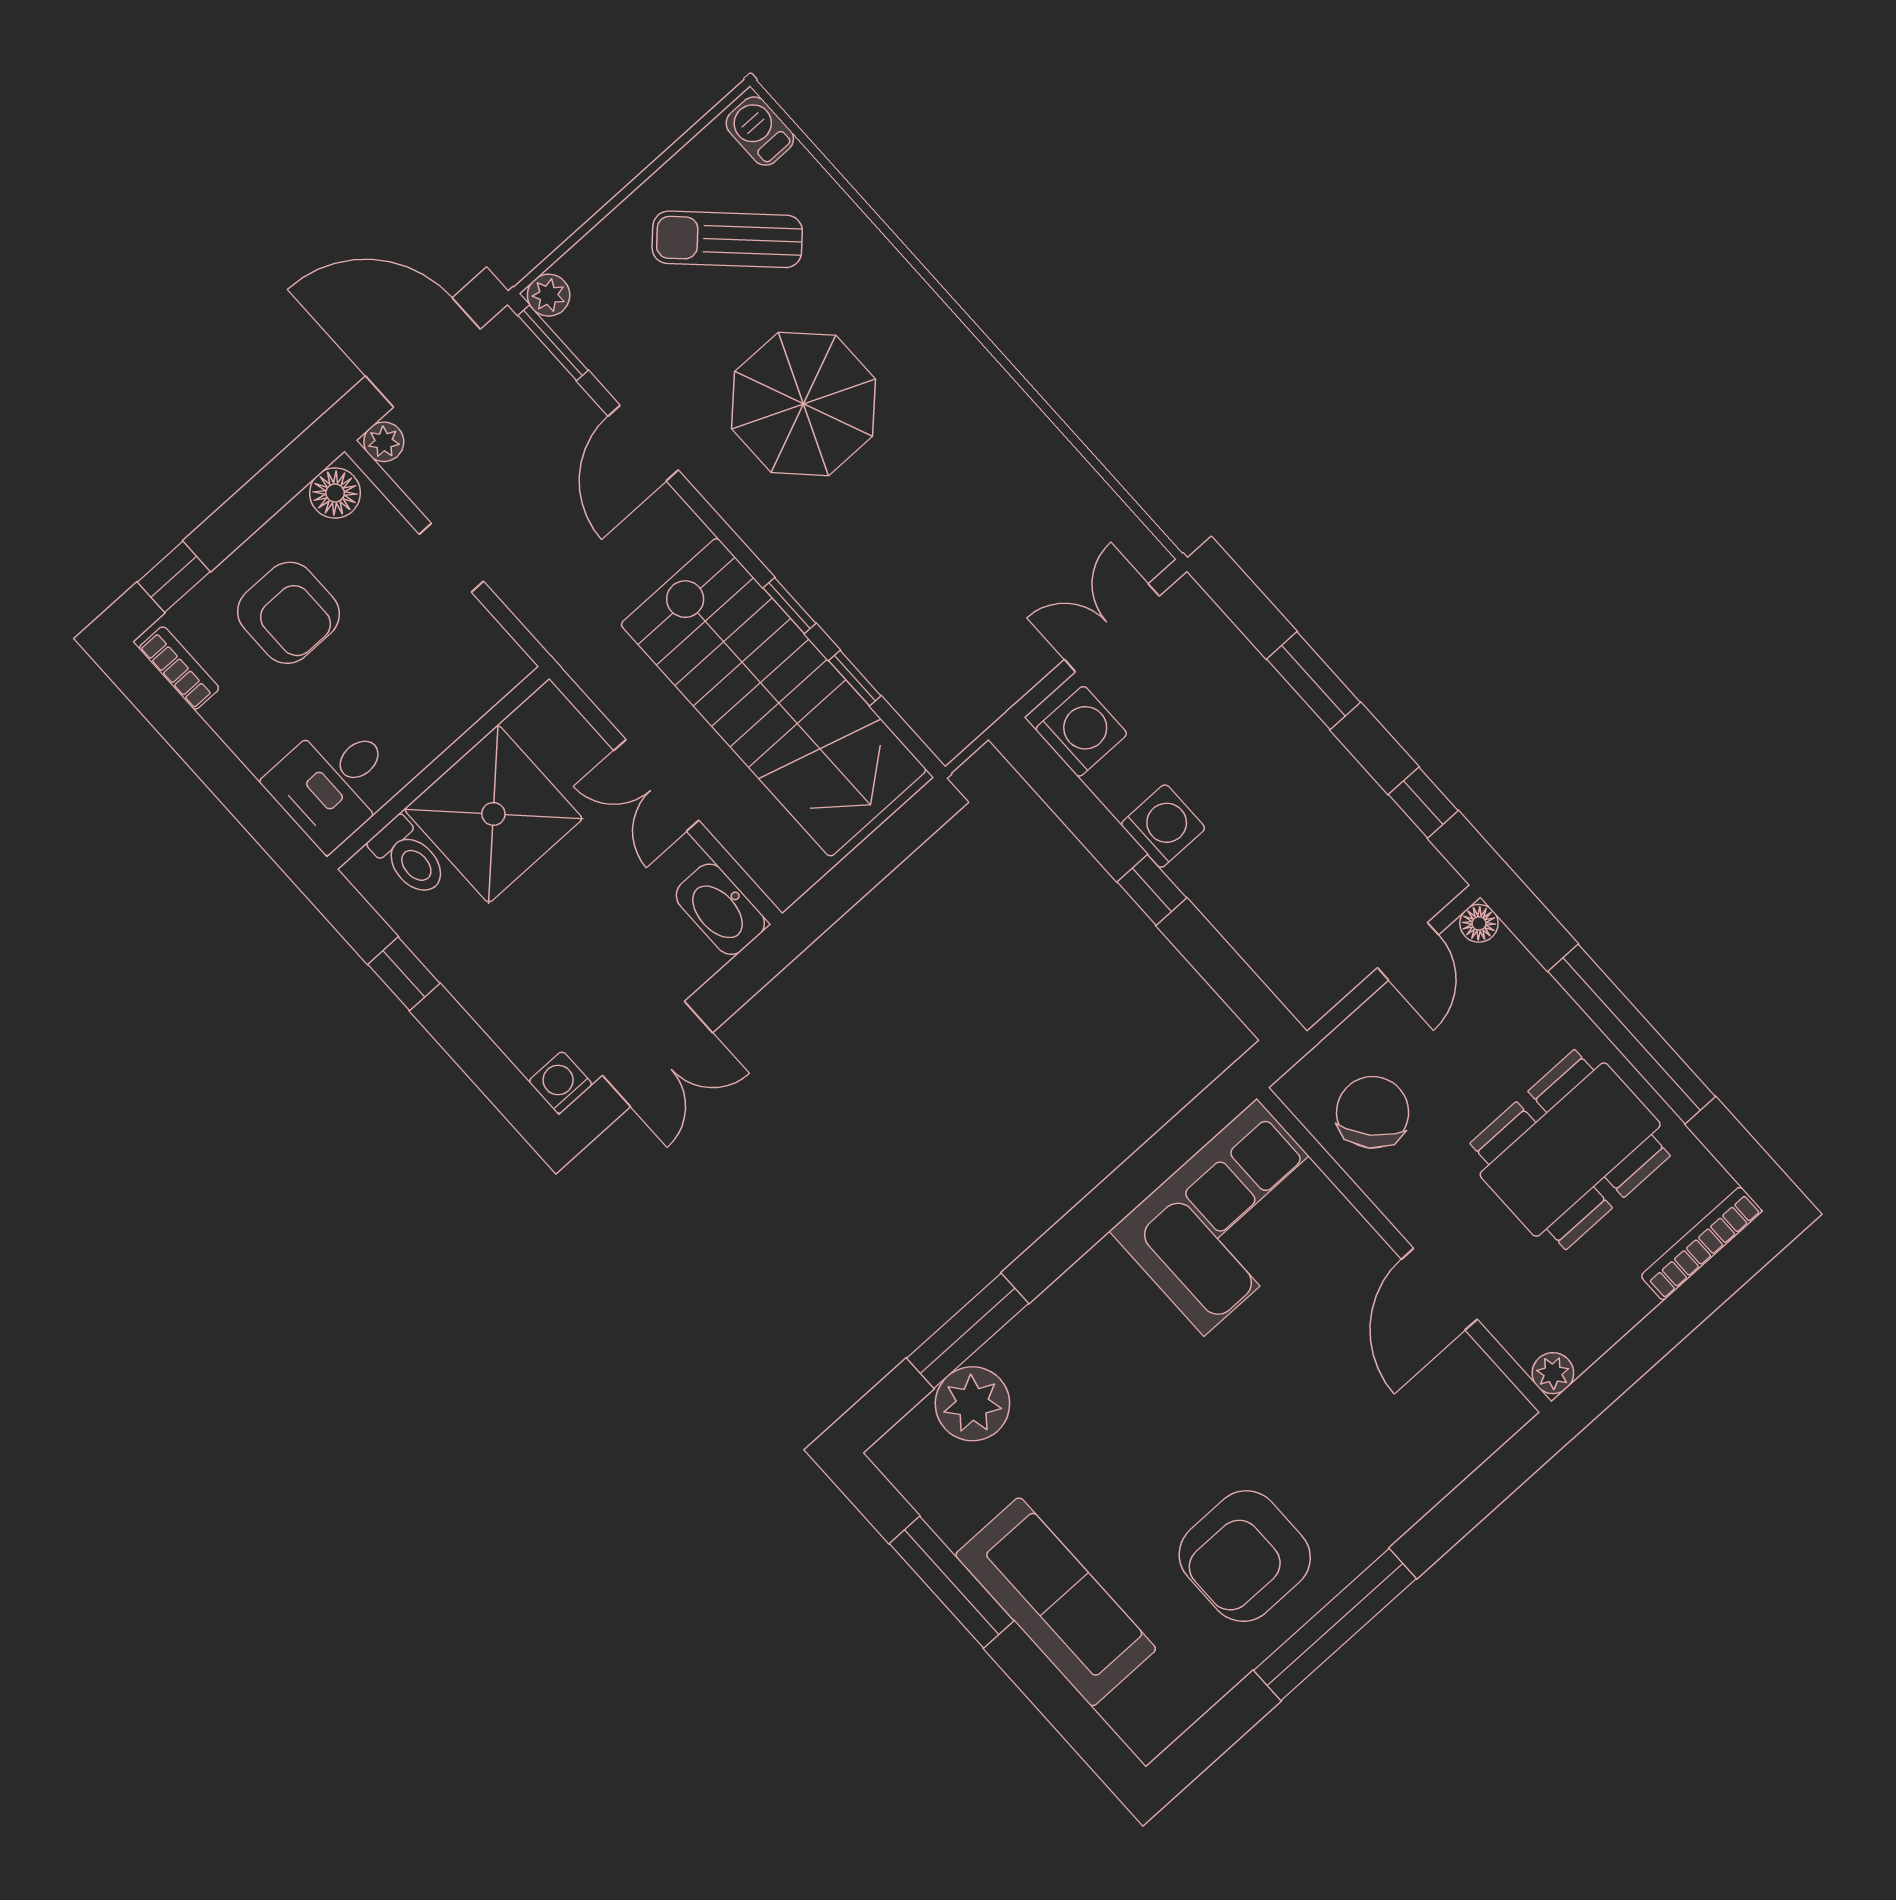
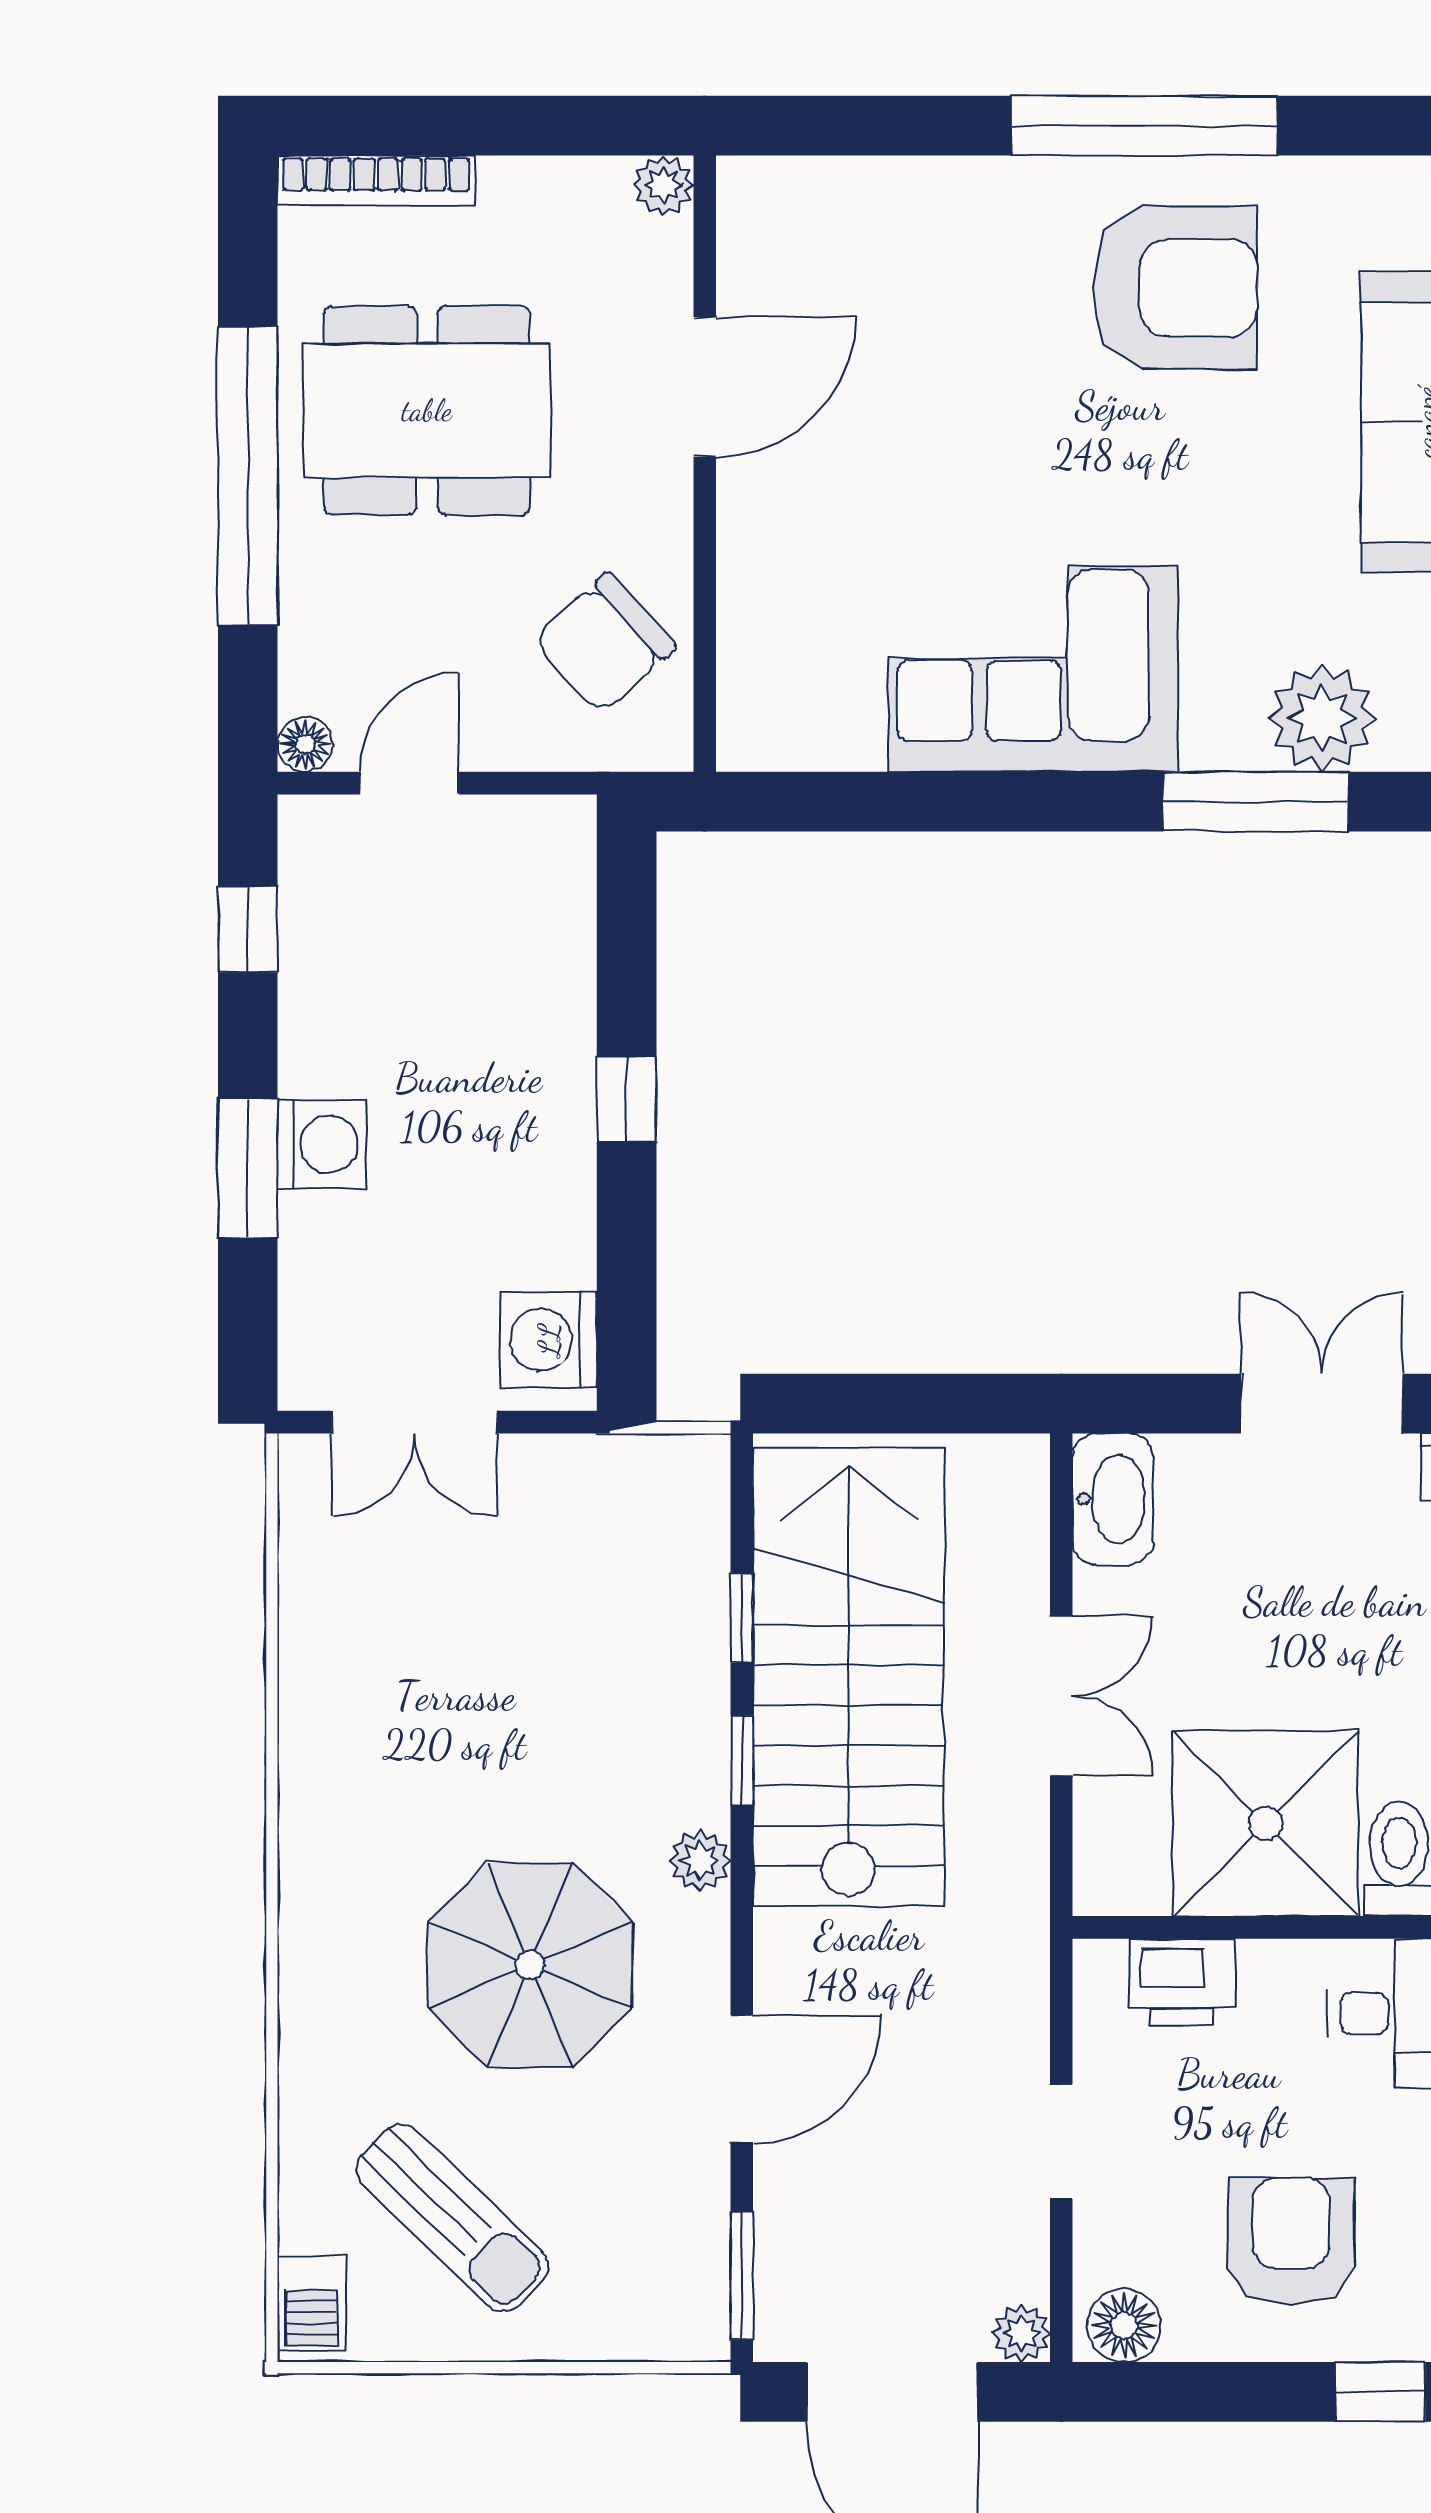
plant: (549, 295) -> (700, 1861), moved
printer: (463, 695) -> (1182, 1982), added
washing machine: (1163, 826) -> (322, 1144), moved, turned 180
corner sofa: (1230, 1217) -> (1033, 668), moved

